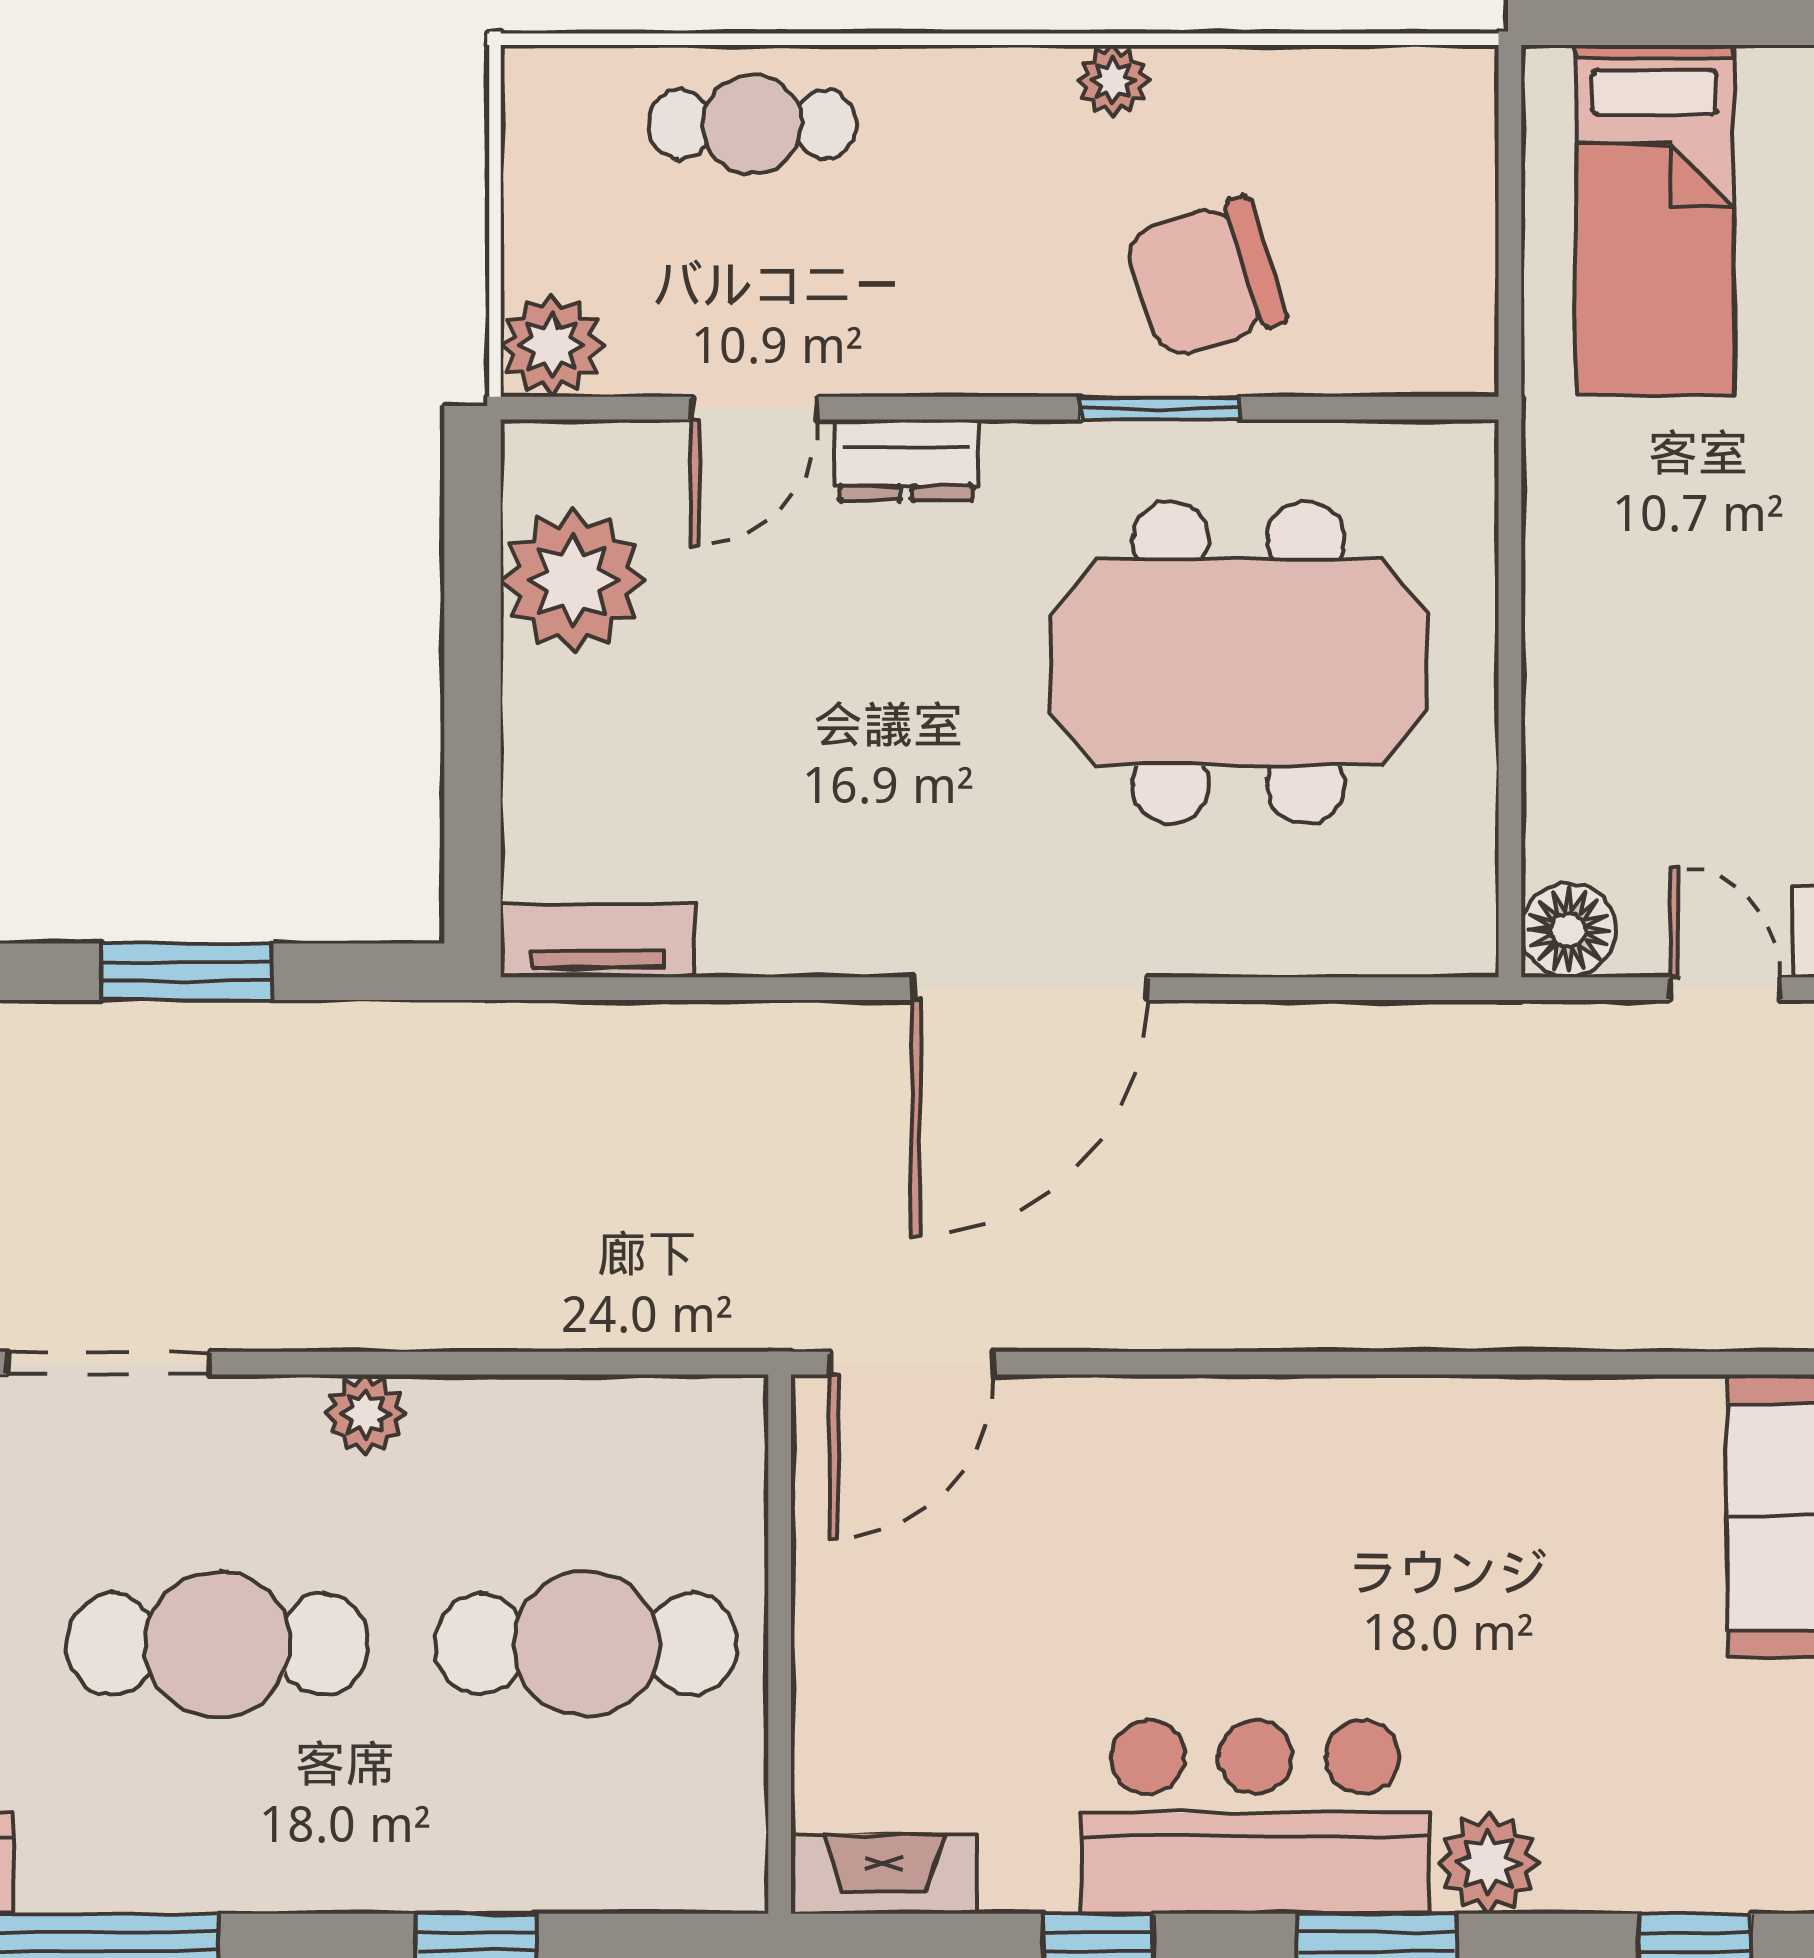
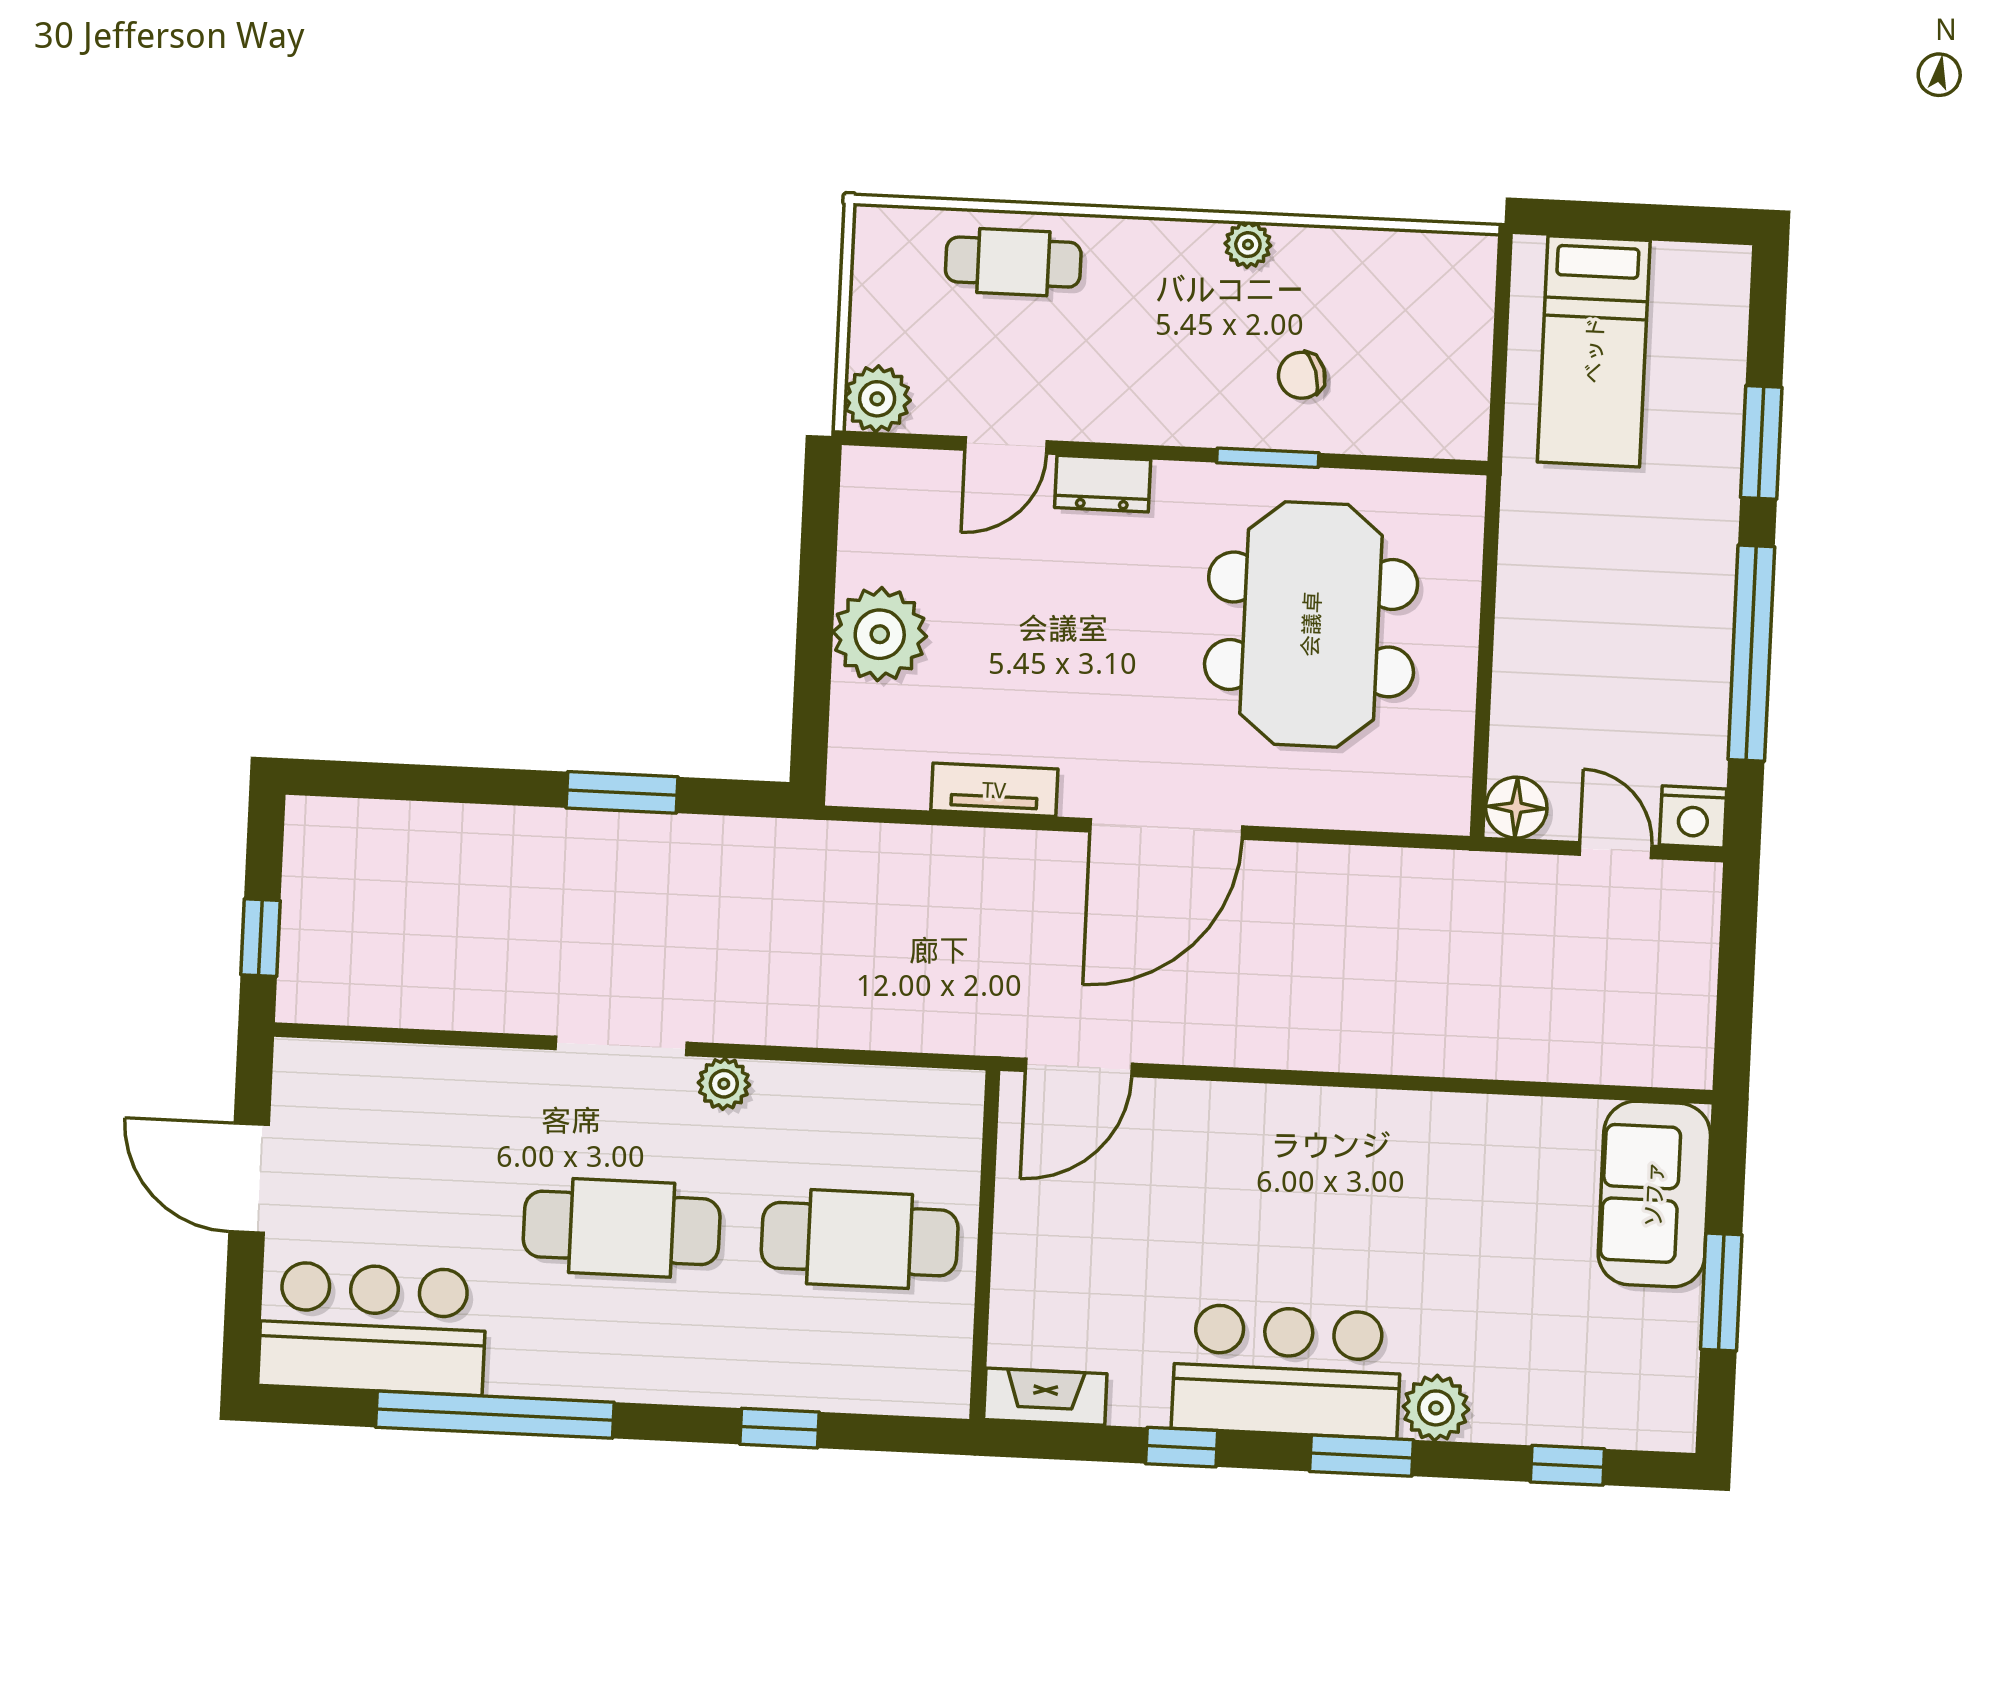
chair: (1206, 278) -> (1302, 375), width x0.54, depth x0.54
plant: (573, 581) -> (880, 634), moved
meeting table: (1238, 662) -> (1311, 624), turned 90
tv unit: (597, 940) -> (994, 790), moved
doorway: (108, 1363) -> (621, 1046), moved

